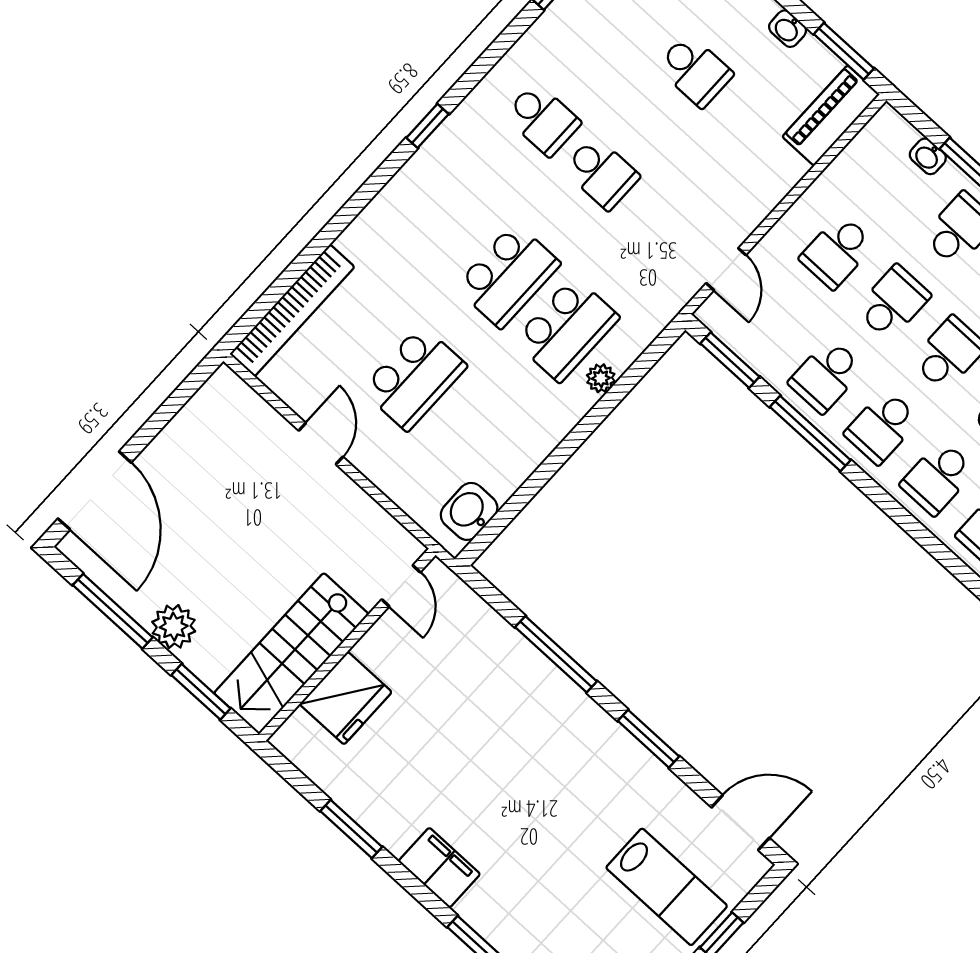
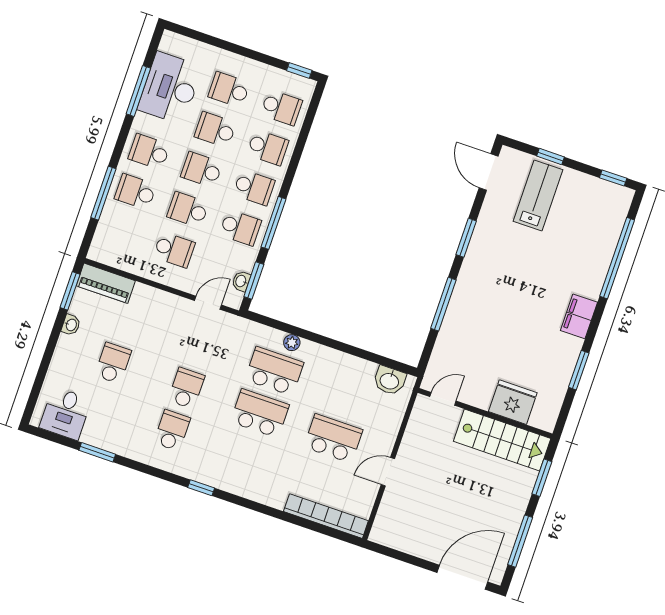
washbasin: (928, 156) -> (241, 281), moved, turned 180
plant: (174, 627) -> (515, 506), removed

